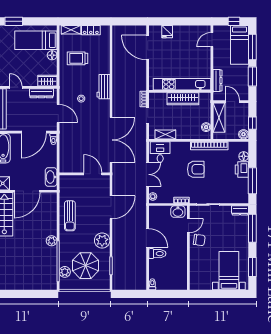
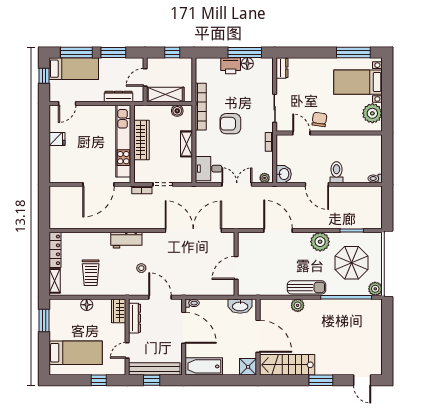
window: (14, 21) -> (44, 321), moved
locker: (91, 30) -> (55, 250), width x1.53
fridge: (167, 32) -> (57, 139), moved
bed: (36, 40) -> (76, 353), moved, turned -90
door: (212, 40) -> (67, 104), hinge flipped
door: (148, 48) -> (99, 184), moved
door: (58, 113) -> (160, 297), hinge flipped
shelving: (165, 134) -> (187, 144), moved
boiler: (243, 134) -> (186, 64), removed
floor lamp: (244, 156) -> (247, 63), moved
armchair: (196, 169) -> (230, 124), turned -90
door: (93, 174) -> (236, 268), moved
washbasin: (178, 212) -> (284, 174), moved
sun lounger: (70, 216) -> (307, 287), moved
window: (252, 228) -> (305, 52), removed
door: (148, 238) -> (317, 184), swing flipped
plant: (52, 241) -> (298, 305), moved
window: (252, 267) -> (353, 52), width x1.44
plant: (65, 272) -> (375, 289), moved
plant: (204, 282) -> (372, 113), added

